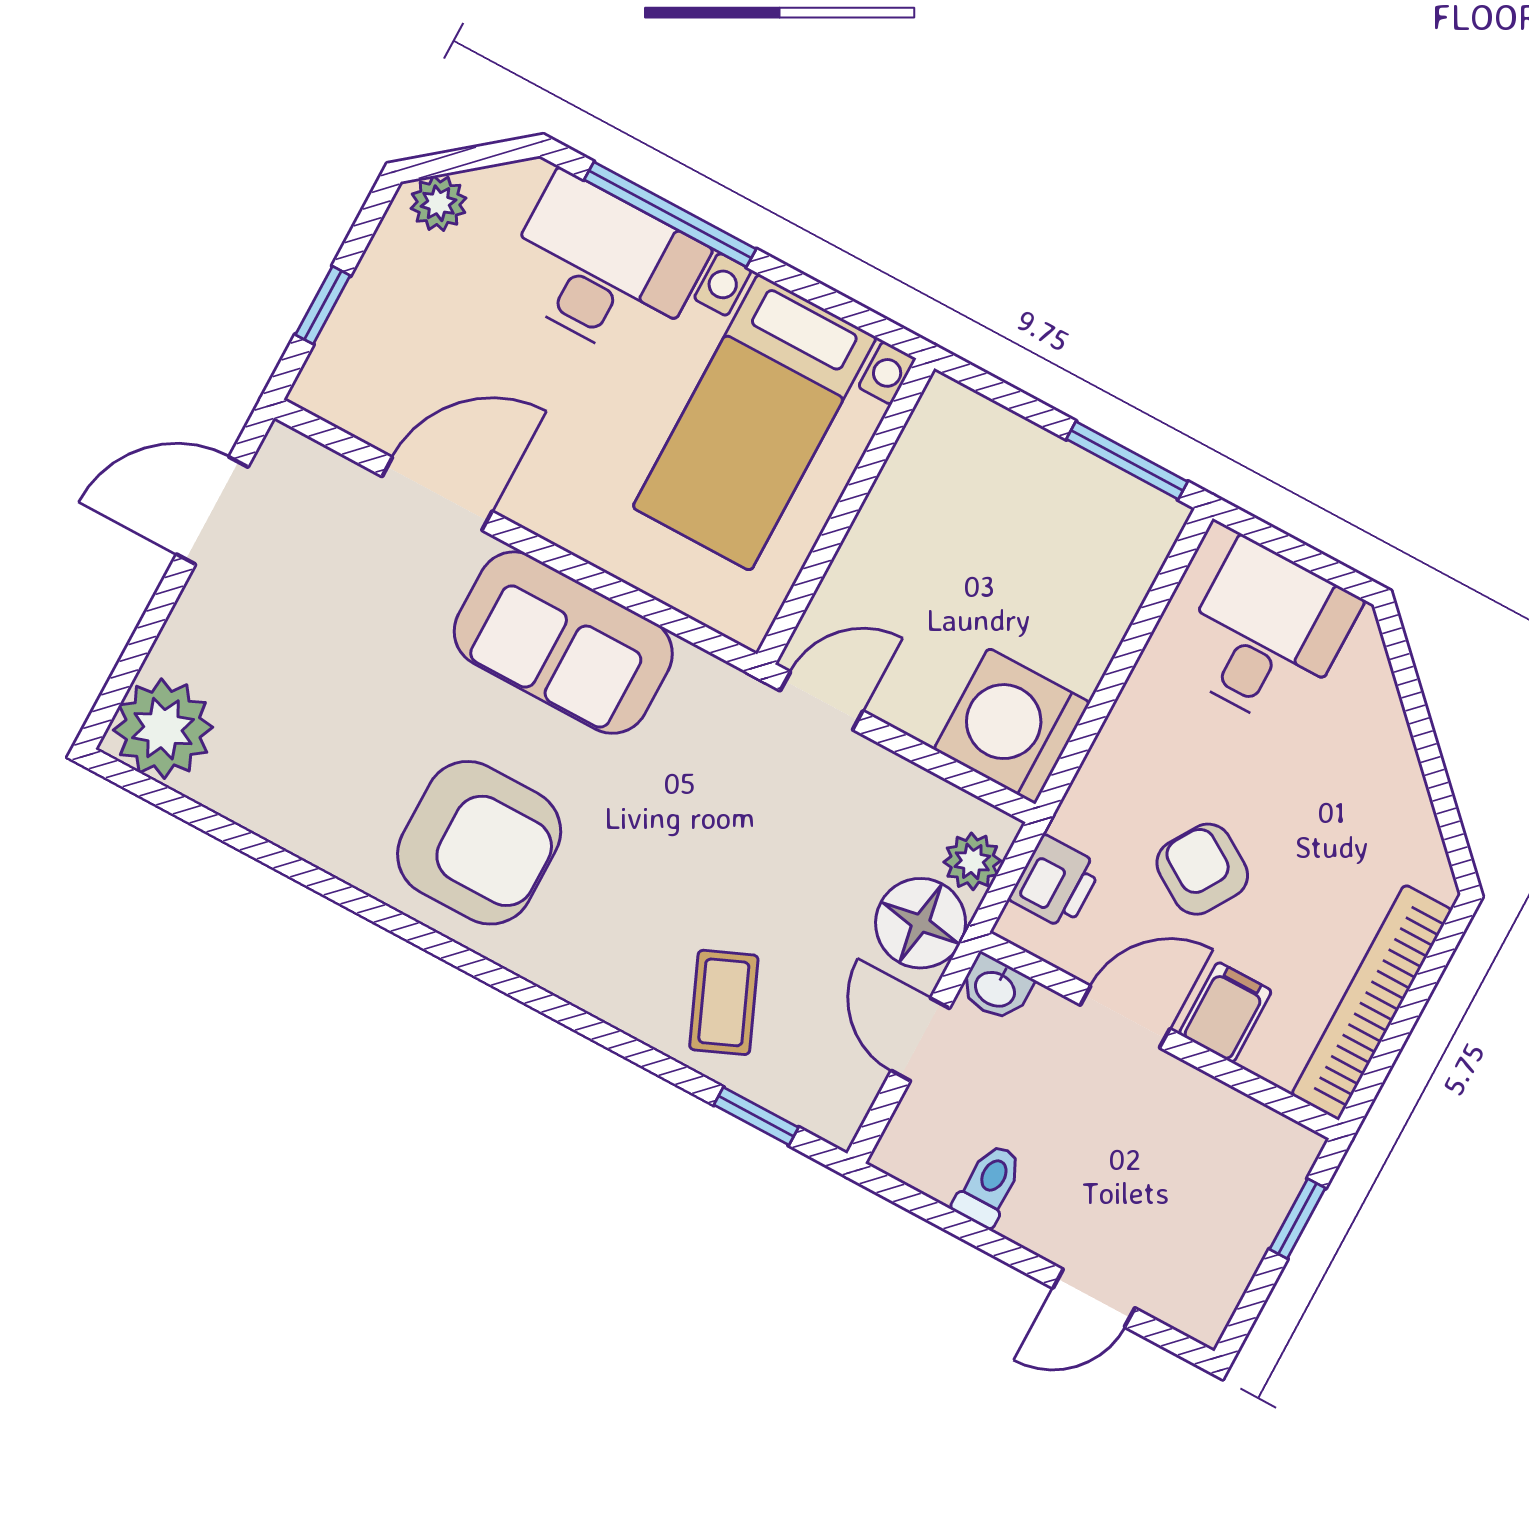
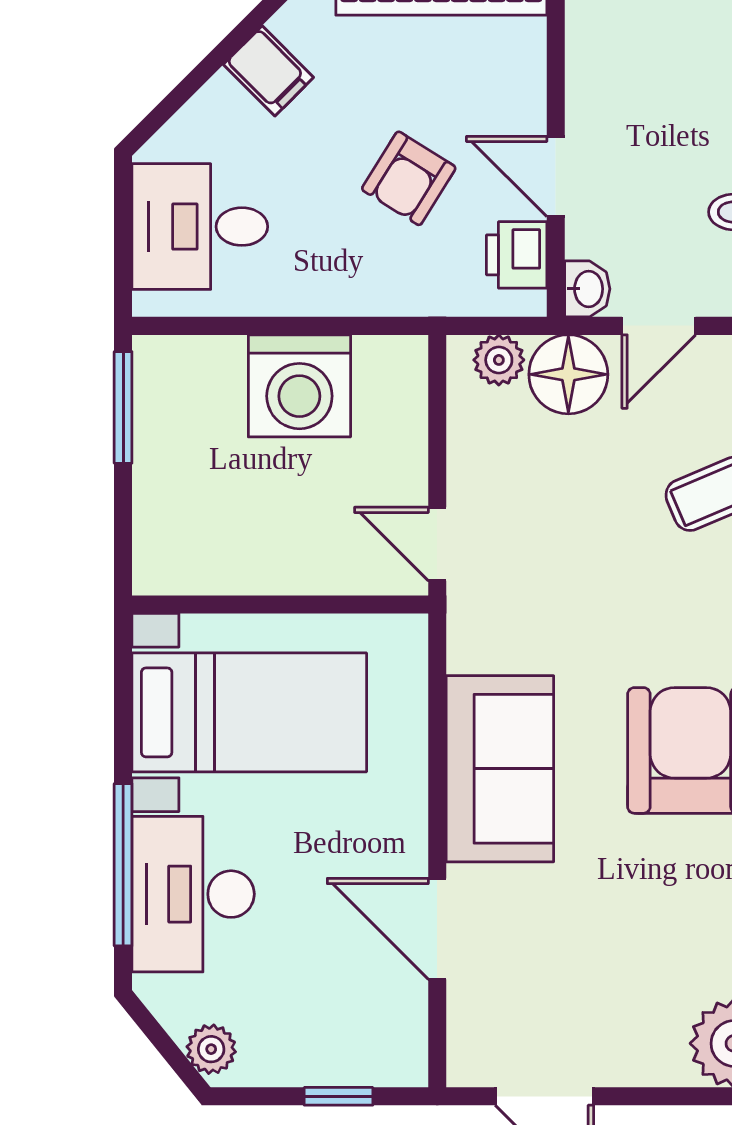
washing machine: (1012, 726) -> (299, 386), moved
printer: (1055, 882) -> (517, 255), moved, turned -90
filing cabinet: (1225, 1012) -> (268, 71), moved, turned -135

